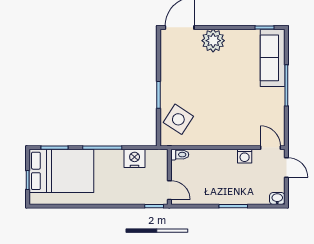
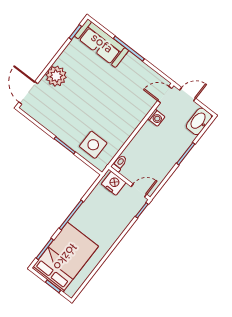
side table: (178, 119) -> (93, 145), turned -33
nightstand: (135, 158) -> (114, 183), moved, turned 90
washbasin: (277, 198) -> (199, 121), width x1.91, depth x1.45

